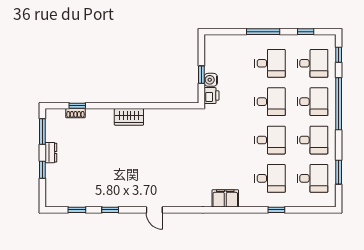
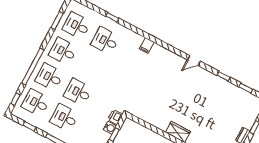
desk: (270, 140) -> (92, 66), removed
filing cabinet: (225, 198) -> (147, 45), width x0.50
door: (154, 210) -> (194, 61), swing flipped

